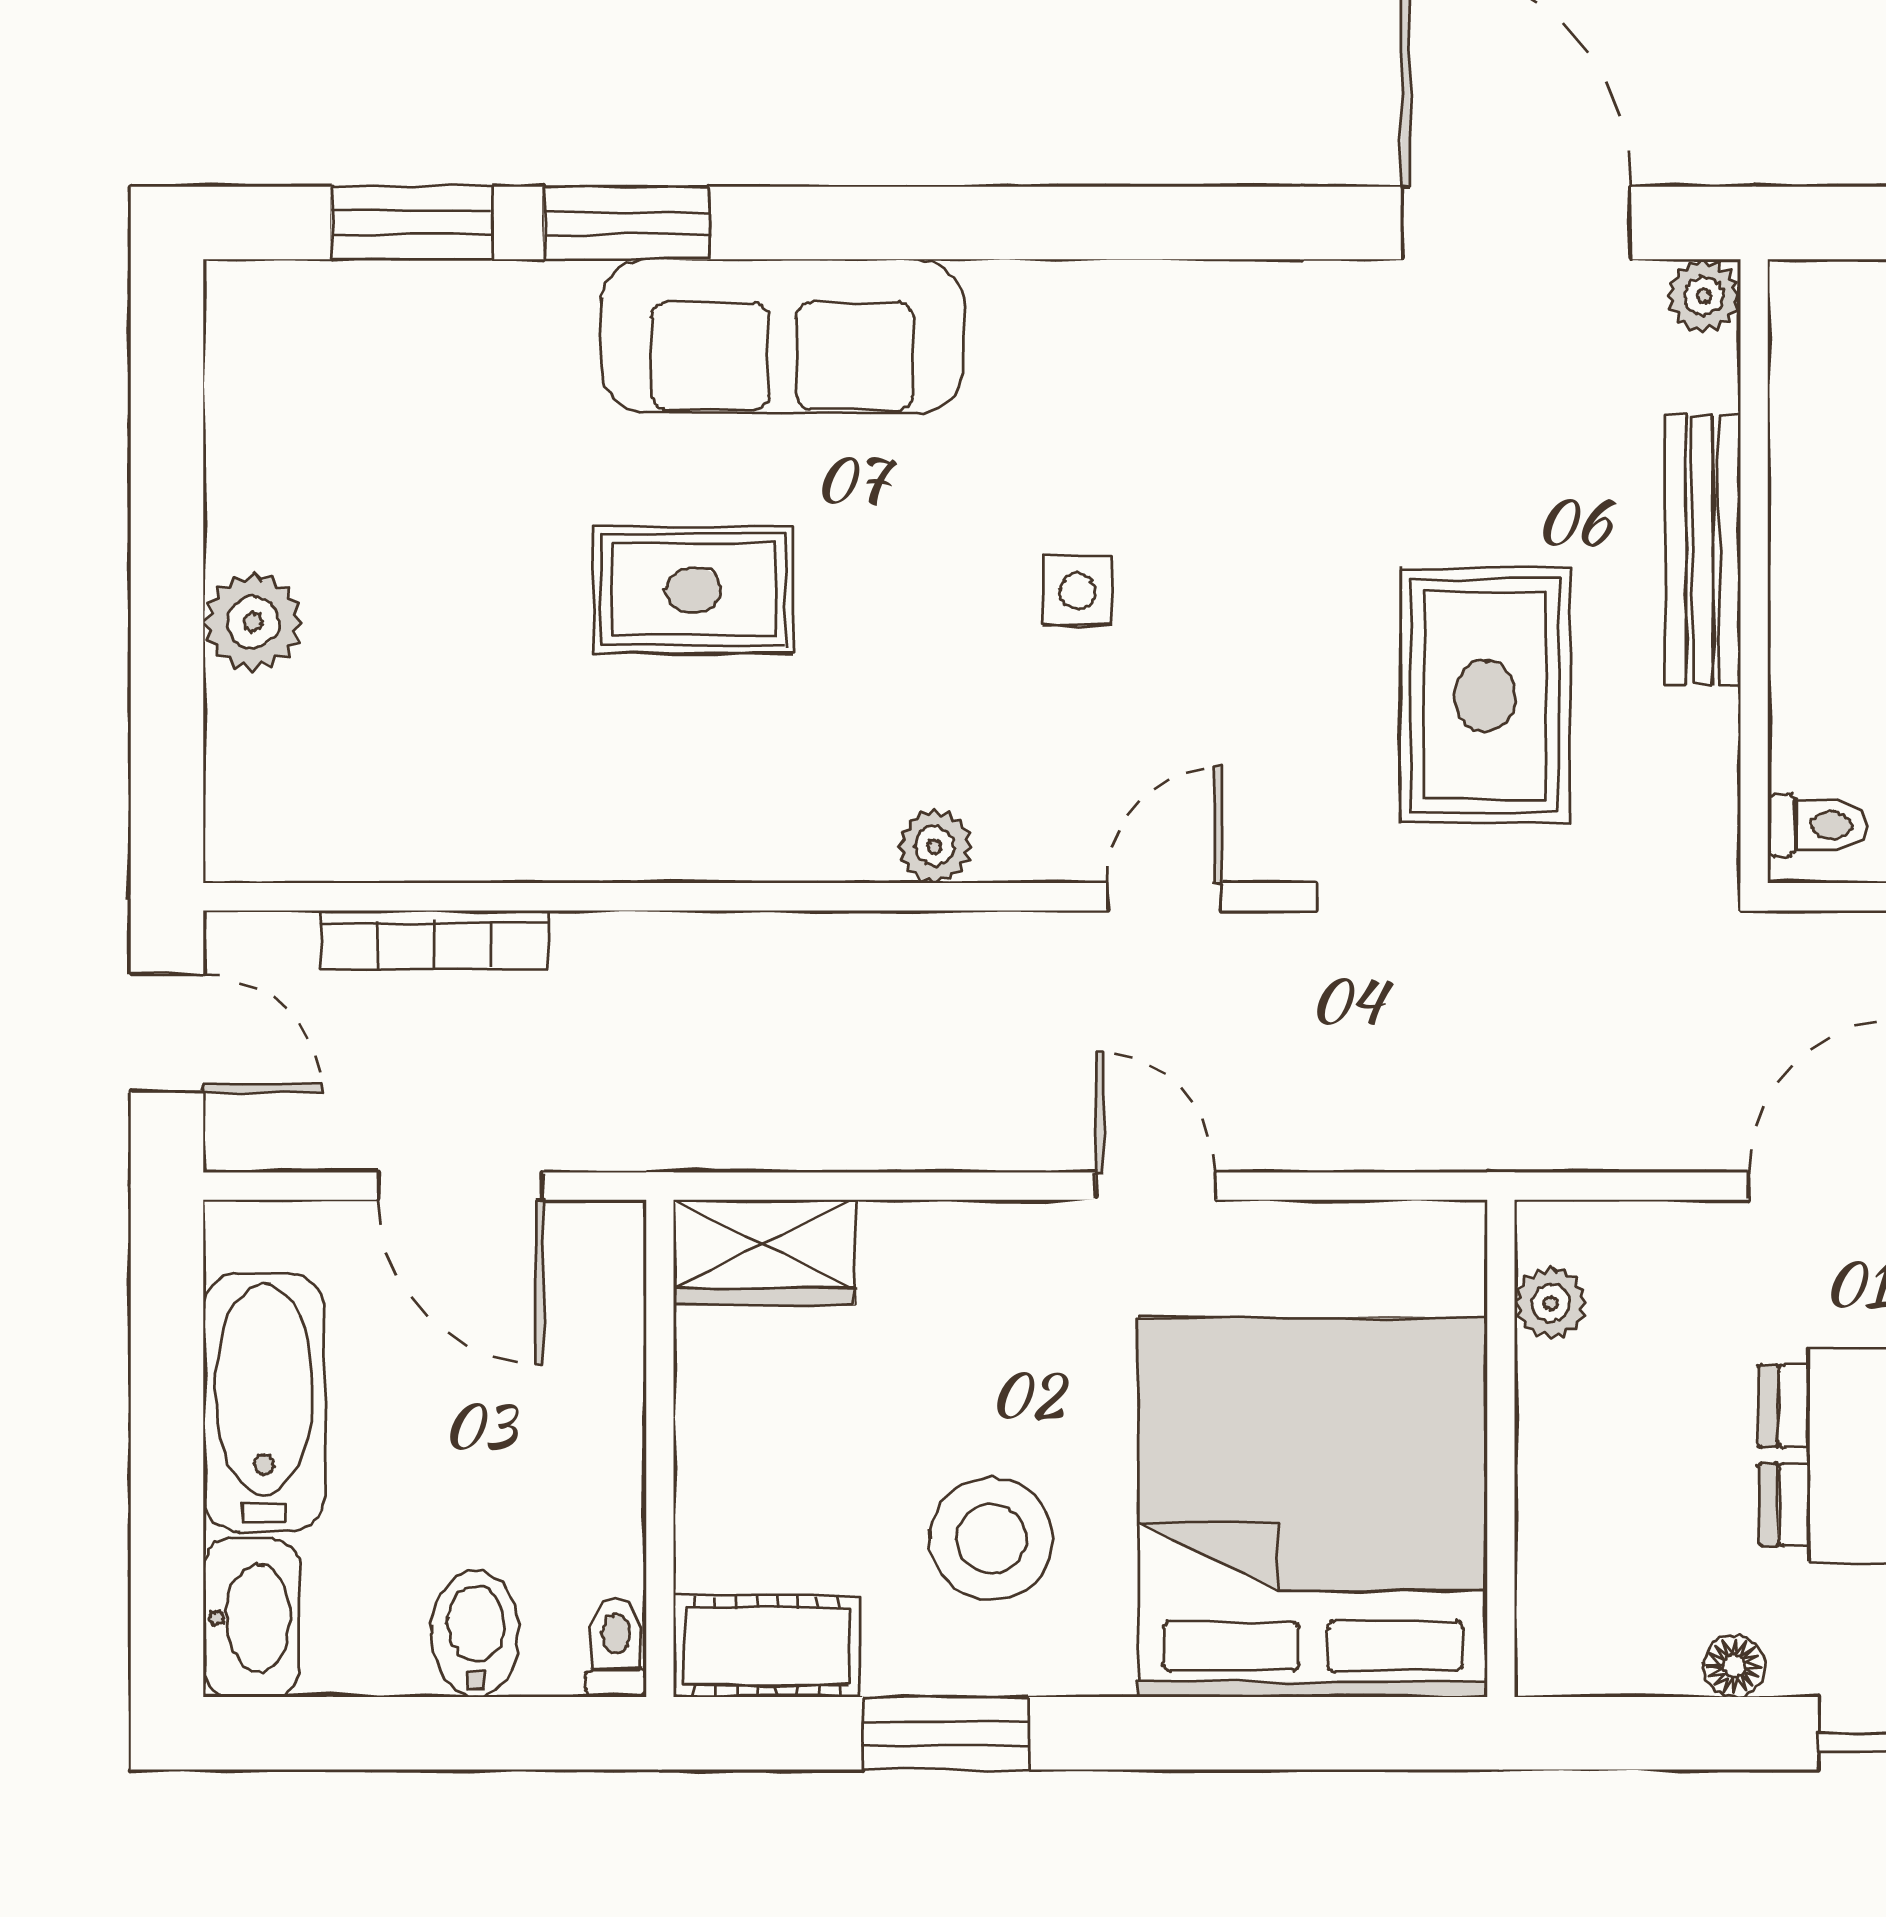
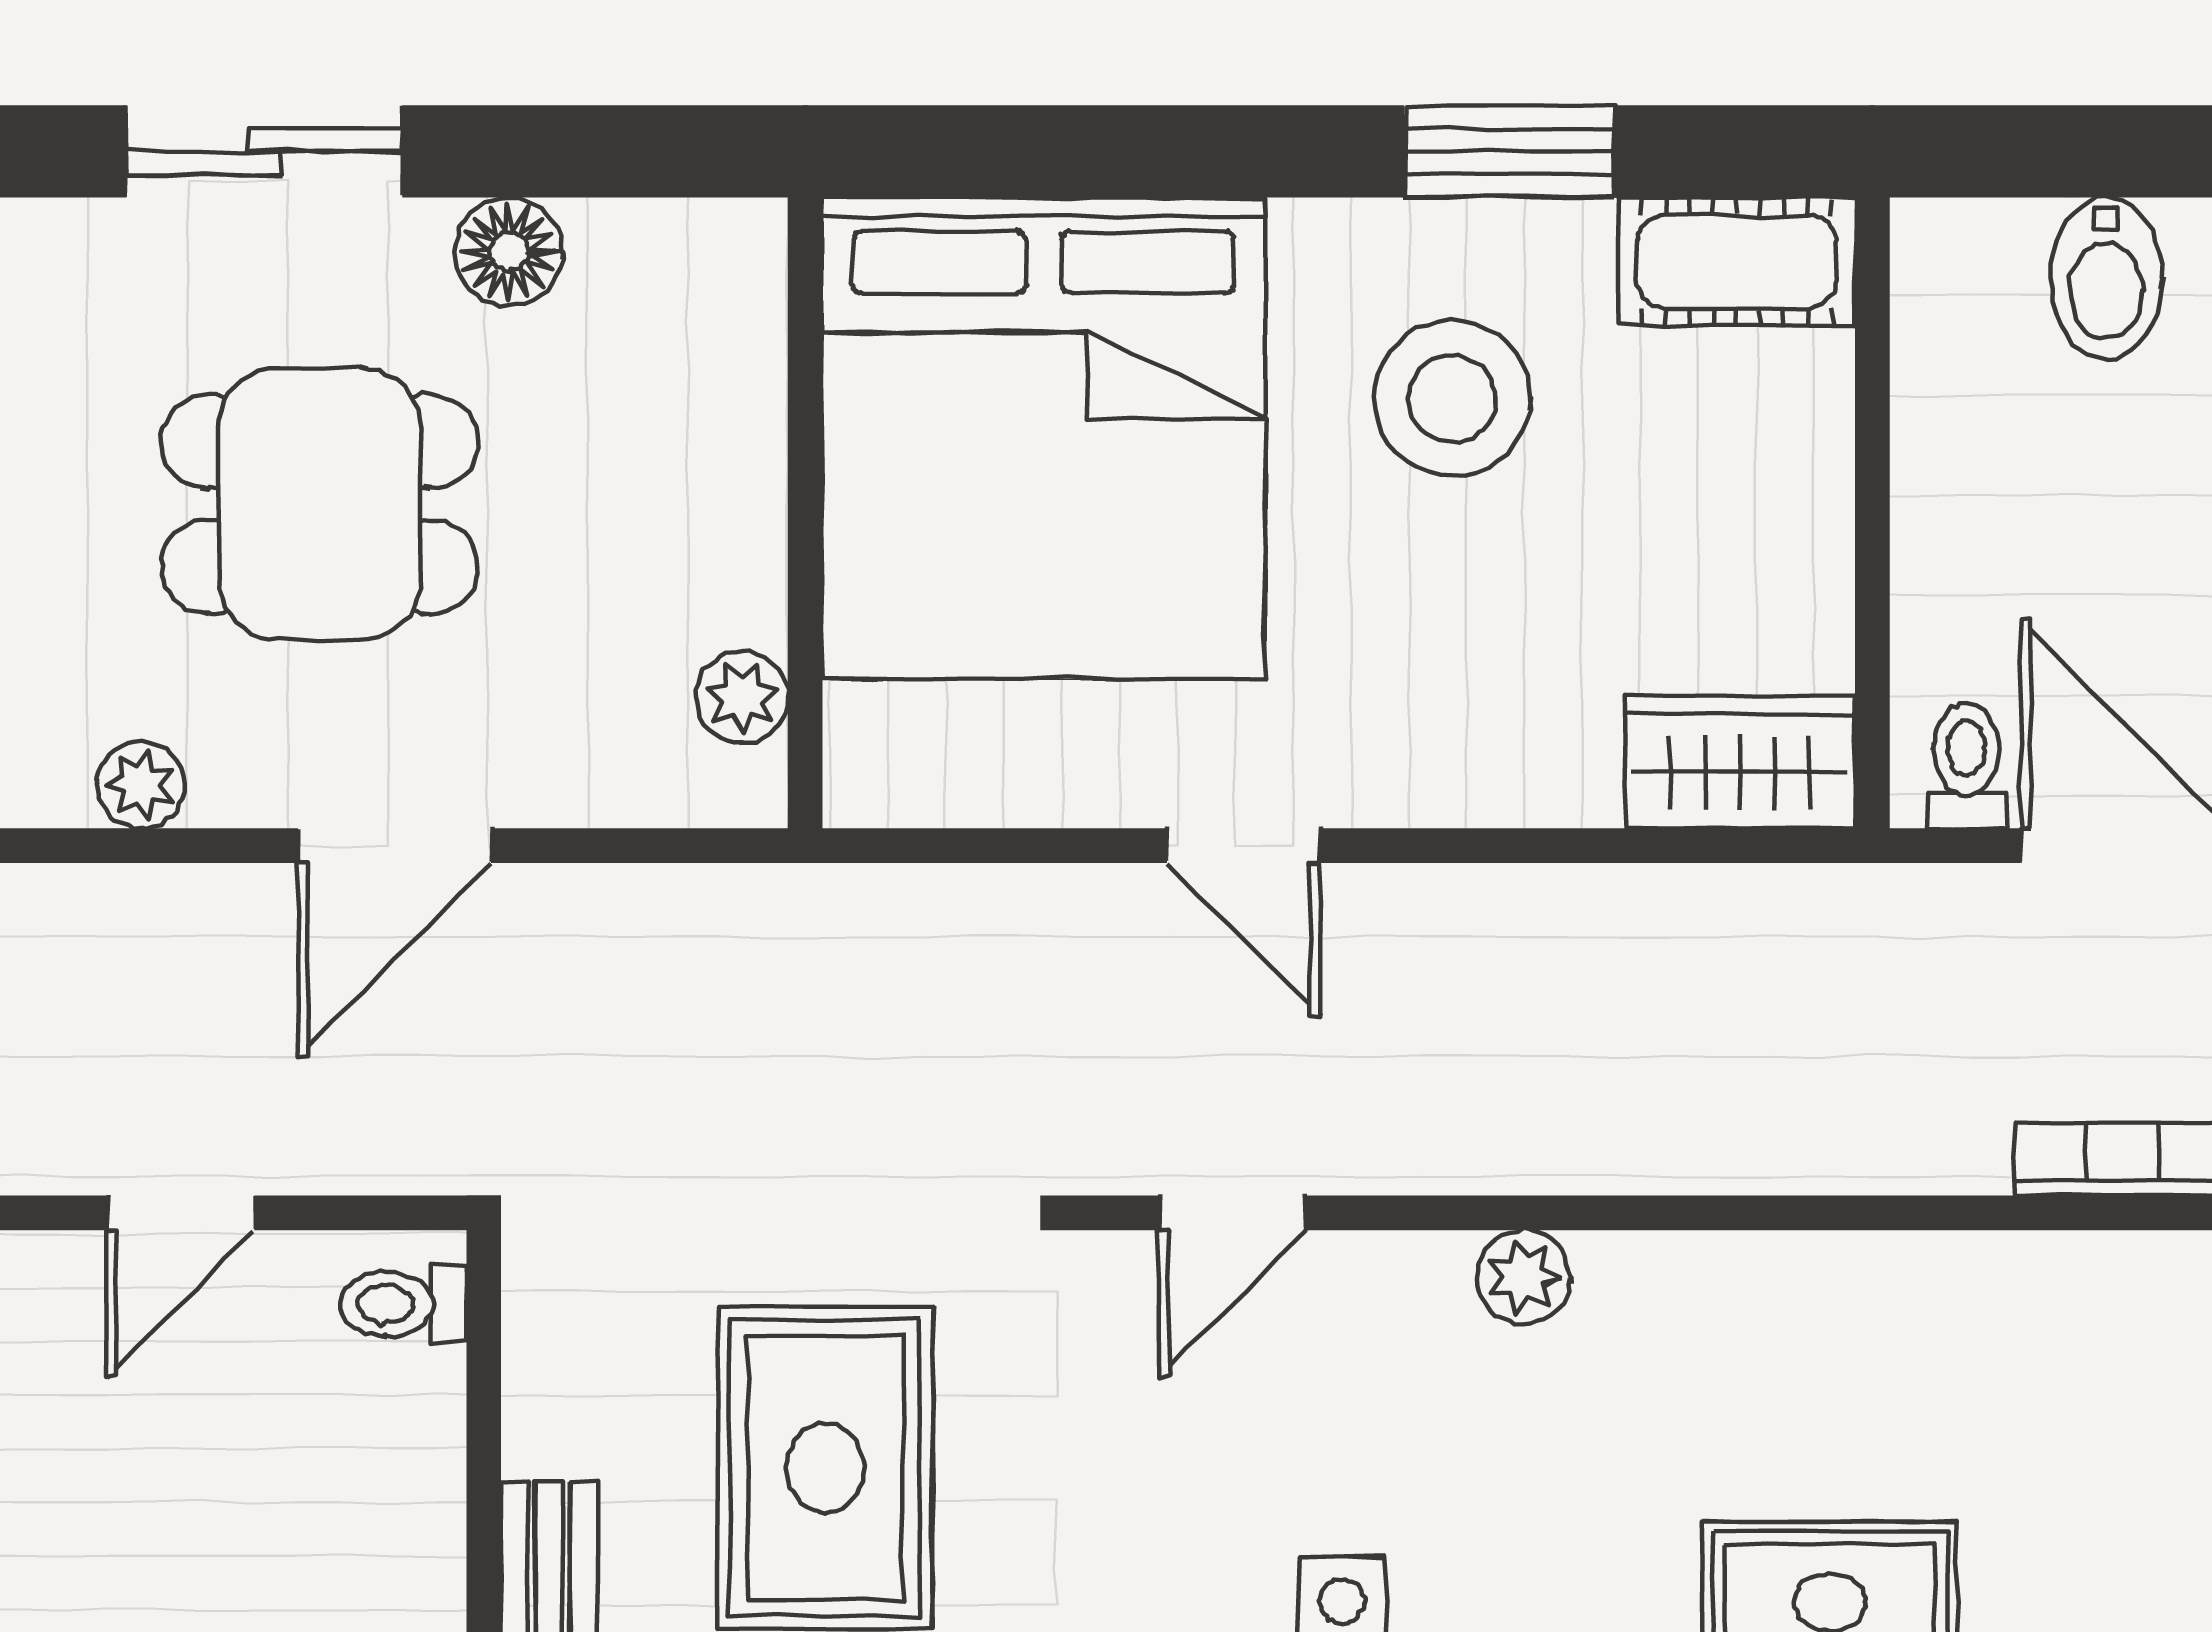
toilet: (616, 1648) -> (1966, 766), moved, turned 180
floor lamp: (1734, 1666) -> (509, 251), width x1.37, depth x1.37

